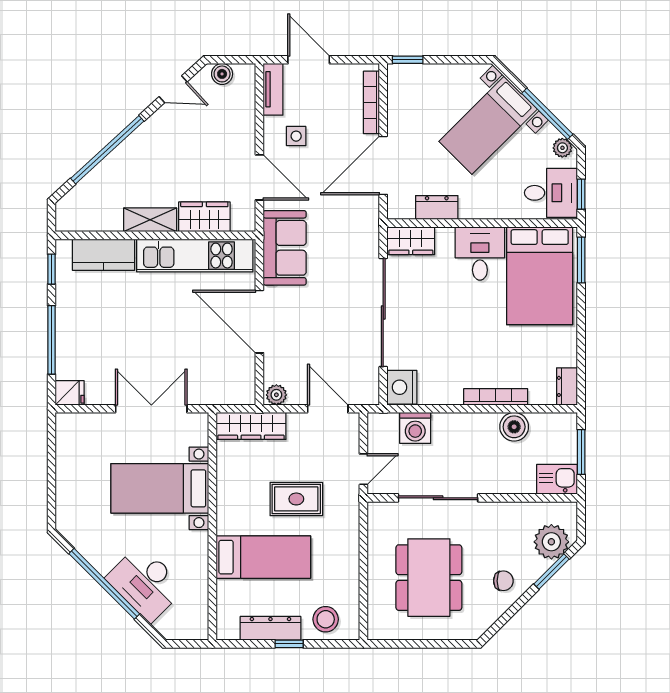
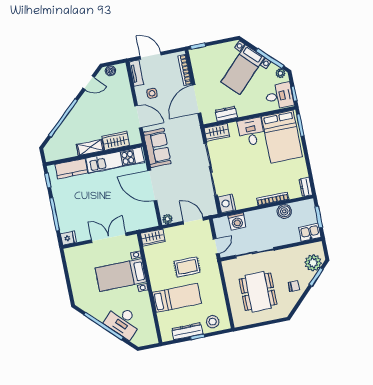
wardrobe: (251, 426) -> (153, 237), width x0.67

